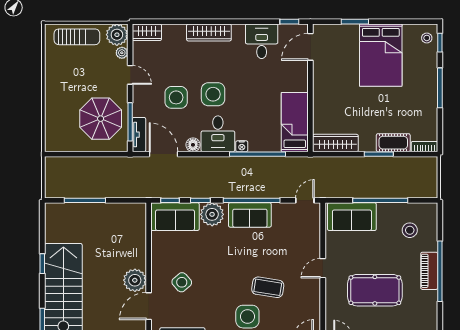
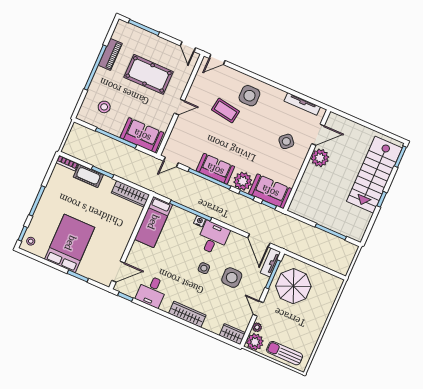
side table: (213, 94) -> (204, 268), width x0.54, depth x0.54
floor lamp: (193, 145) -> (235, 238), removed
piano: (429, 271) -> (110, 54), moved

